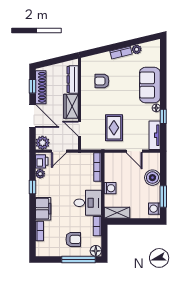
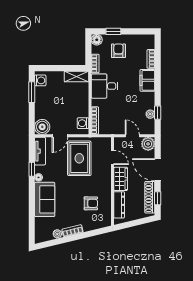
rug: (114, 128) -> (79, 158), width x1.36, depth x1.43
door: (59, 151) -> (132, 136), hinge flipped
door: (134, 151) -> (60, 136), swing flipped
printer: (42, 161) -> (149, 126), removed
boiler: (152, 178) -> (42, 127), moved
window: (32, 187) -> (158, 113), moved
washing machine: (110, 188) -> (83, 123), moved
armchair: (73, 239) -> (118, 51), turned 90
window: (78, 260) -> (113, 31), width x0.46

